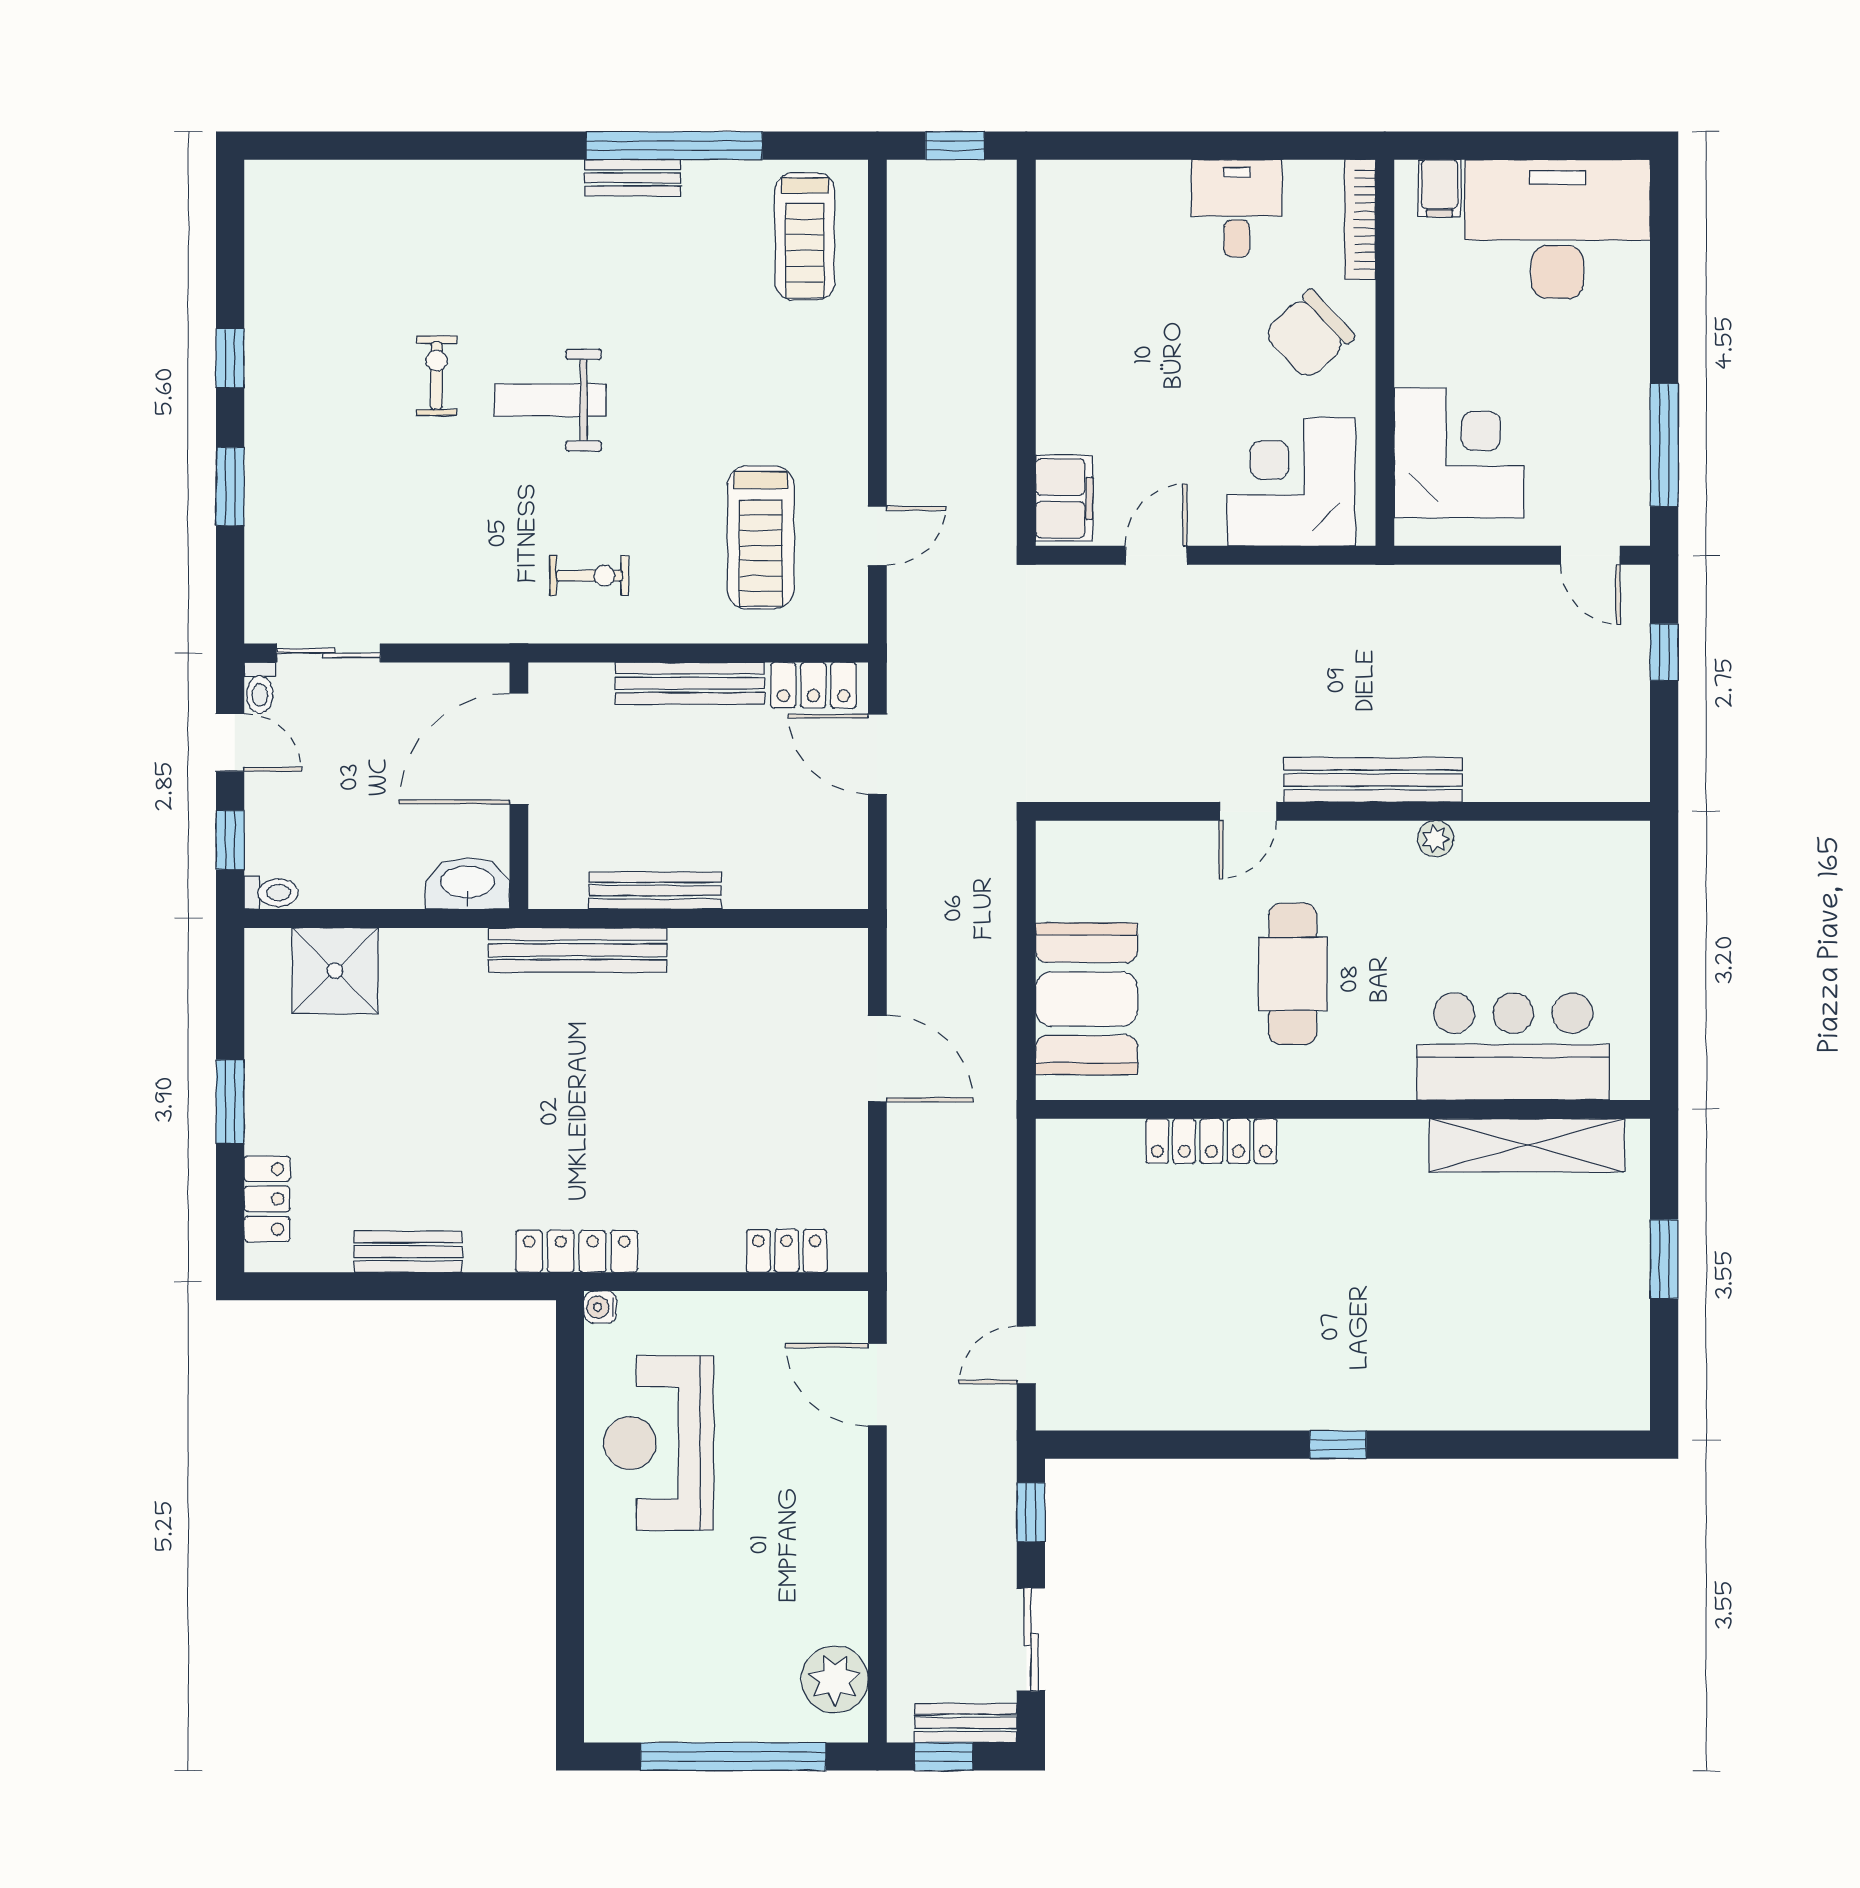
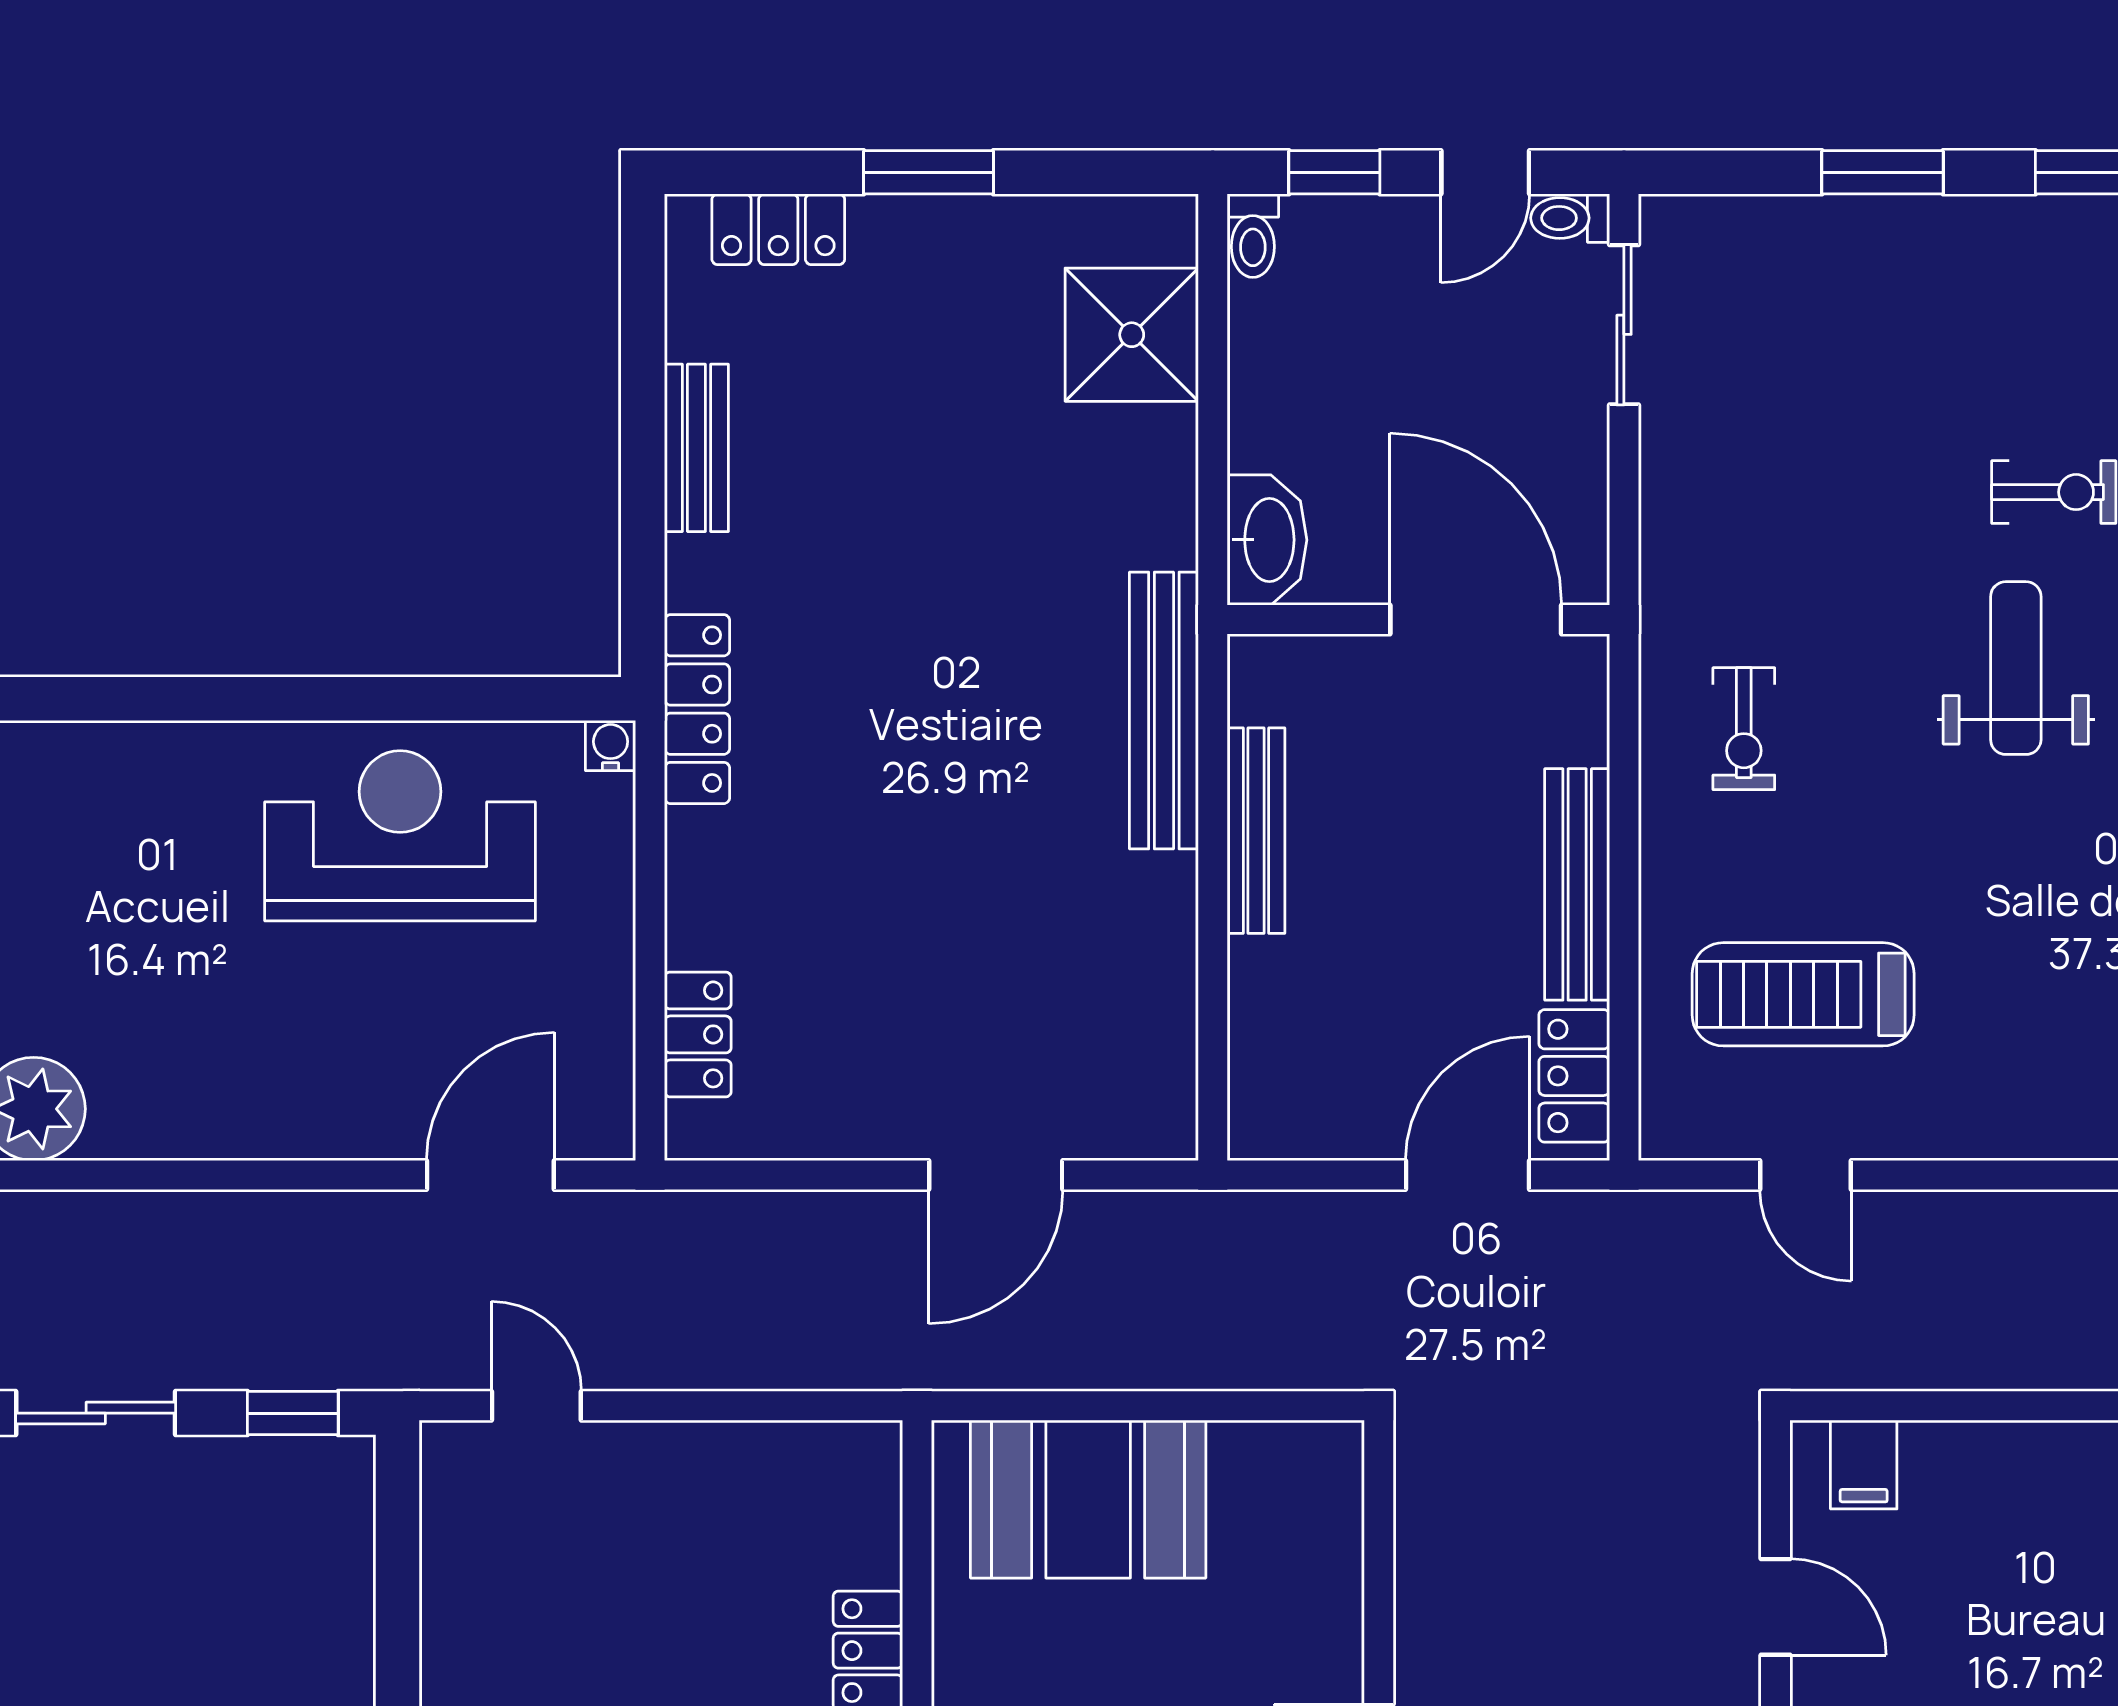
filing cabinet: (1064, 498) -> (1864, 1465), width x0.50

